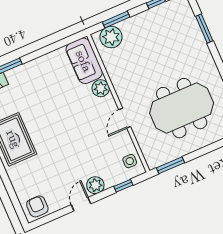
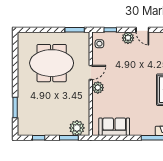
sofa: (84, 61) -> (114, 127), moved, turned -90
plant: (101, 88) -> (98, 88), moved
door: (81, 204) -> (142, 30), hinge flipped

